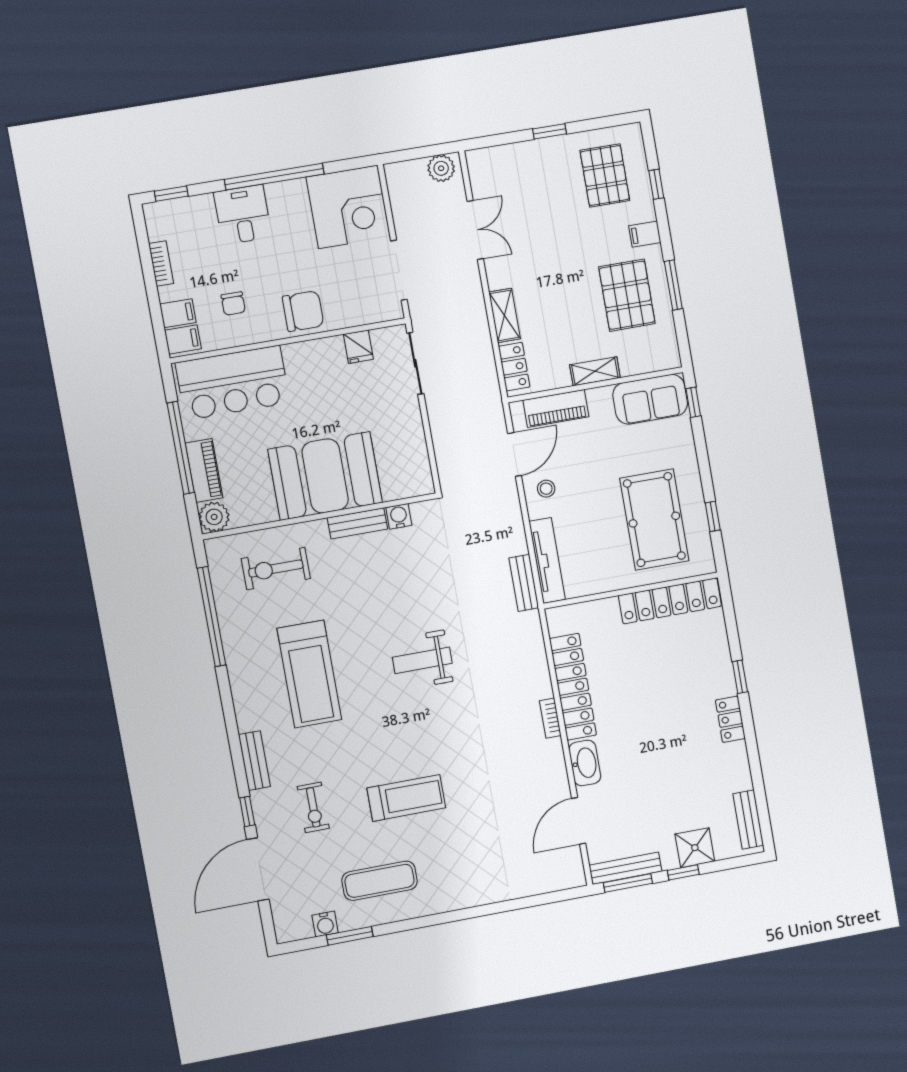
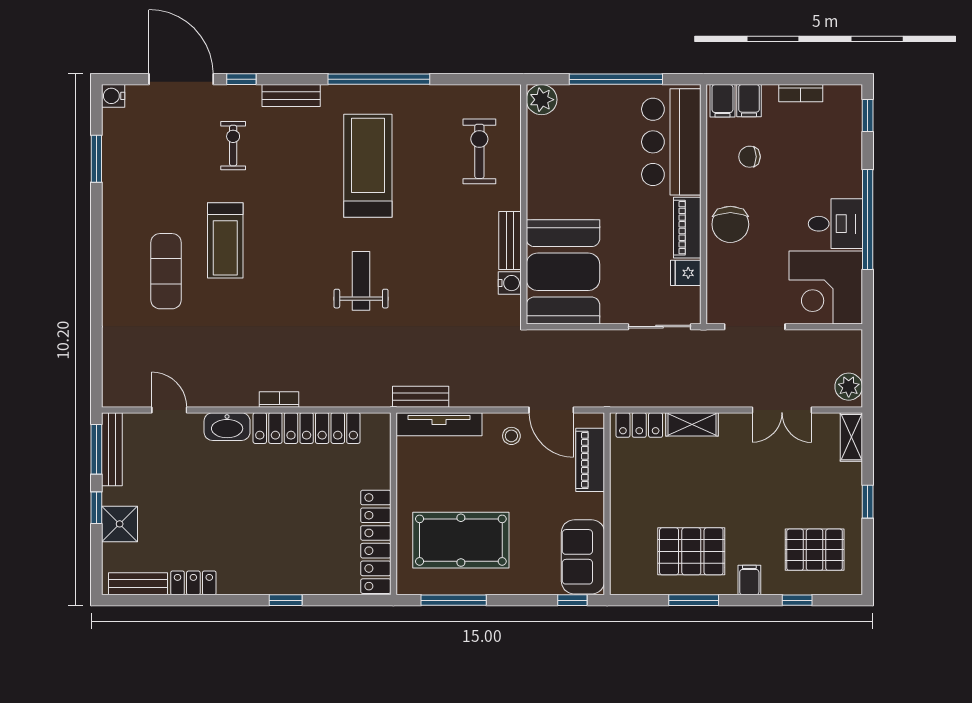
desk: (243, 215) -> (835, 224), moved
shelving: (595, 371) -> (851, 437), moved
piano: (204, 470) -> (687, 228), moved, turned 90
booth: (325, 476) -> (563, 272), moved
window: (713, 516) -> (454, 600), width x2.17
window: (212, 617) -> (379, 79), moved
treadmill: (309, 674) -> (368, 166), turned 90
locker: (730, 719) -> (193, 583), moved
exercise bike: (313, 807) -> (233, 146), turned 90
door: (579, 821) -> (169, 410), width x0.73
exercise mat: (380, 881) -> (166, 271), moved
water cooler: (325, 924) -> (113, 96), moved

